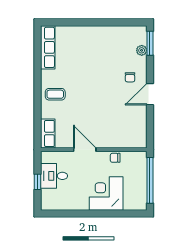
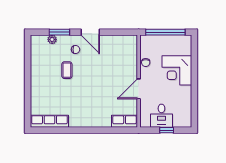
window: (150, 43) -> (59, 32), moved
coffee table: (55, 94) -> (67, 70), moved

